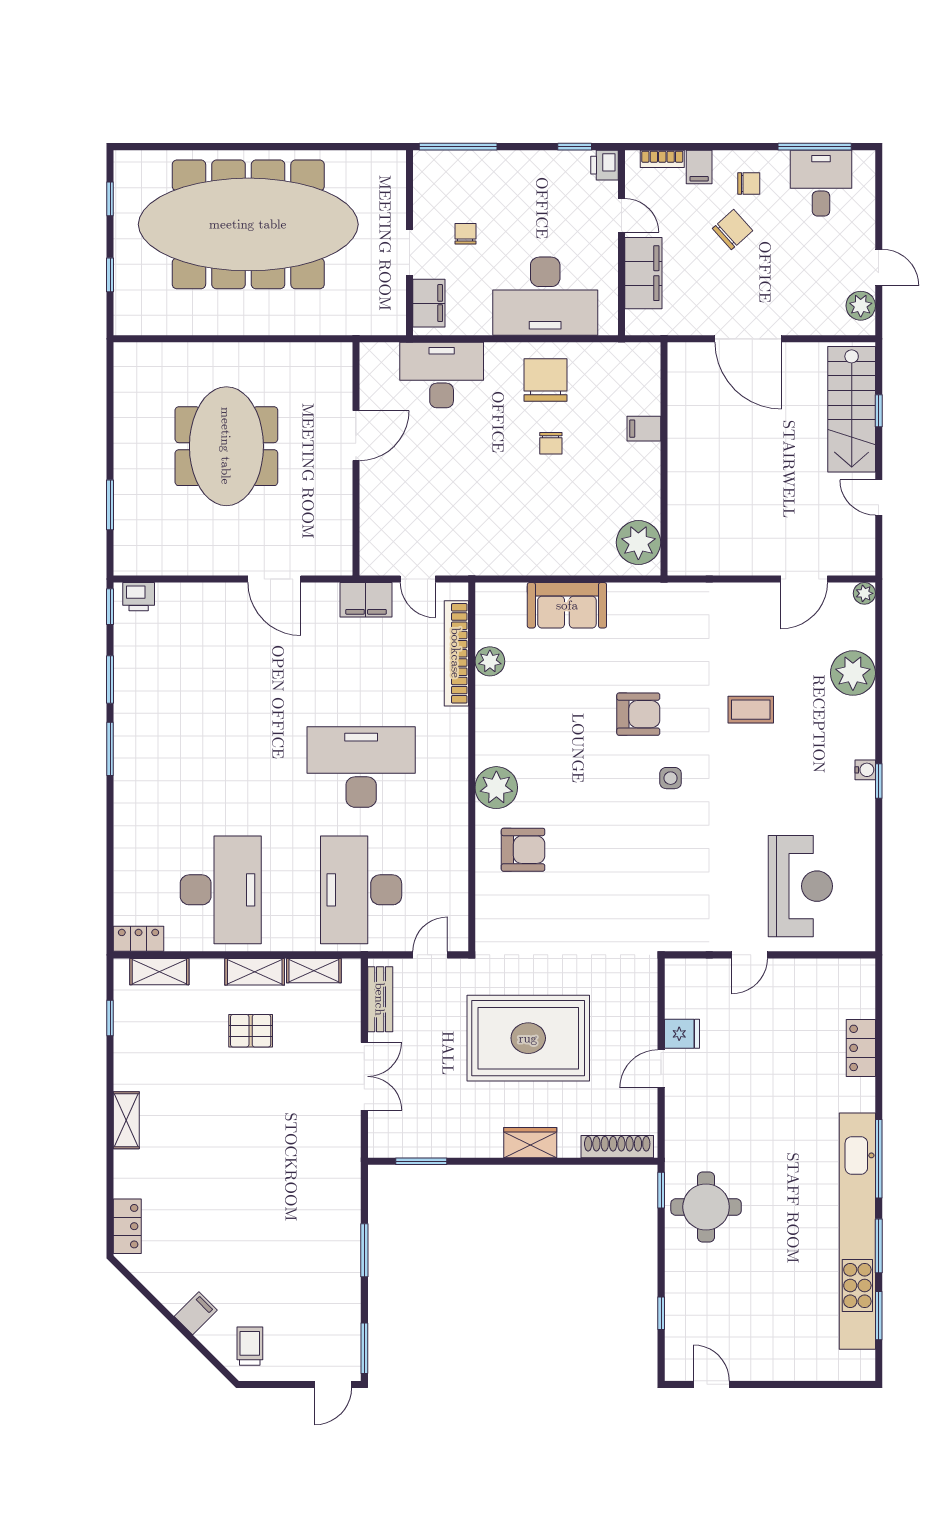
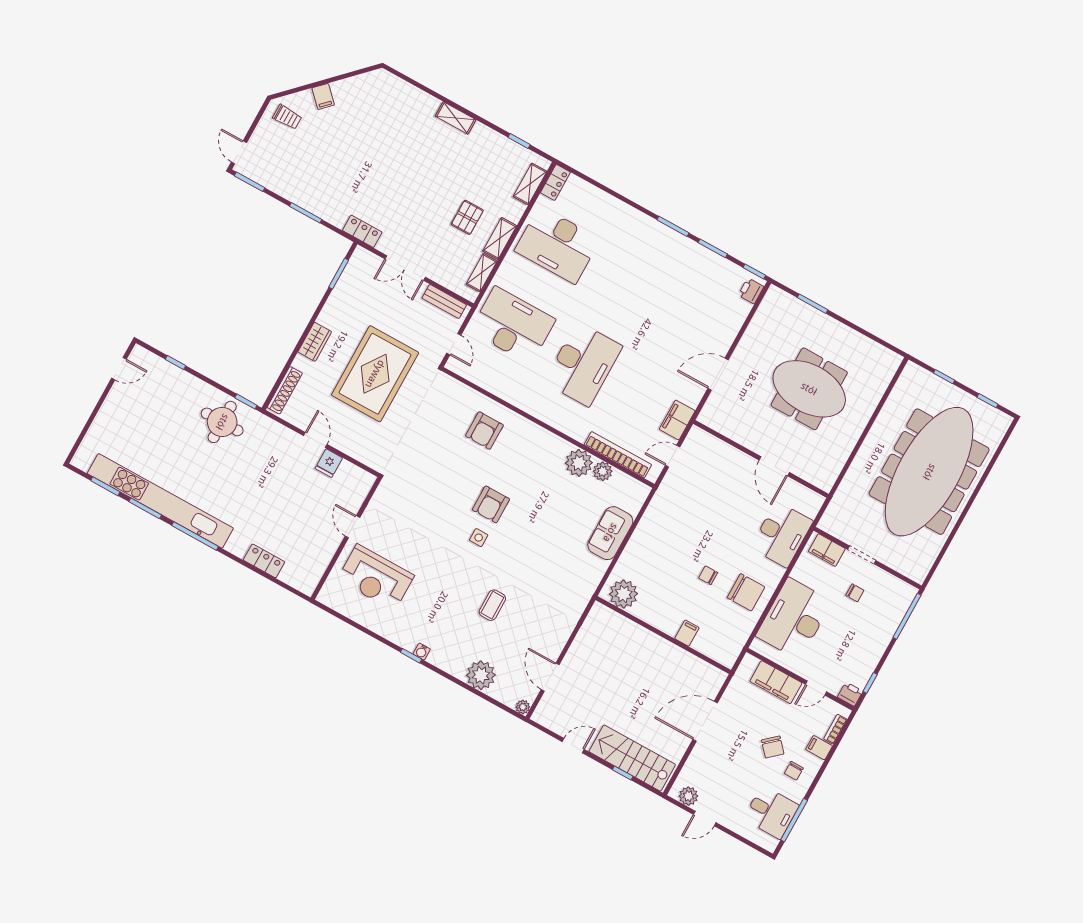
armchair: (638, 714) -> (491, 504), moved
plant: (496, 788) -> (579, 463), moved
locker: (127, 1226) -> (362, 231), moved, turned 180

